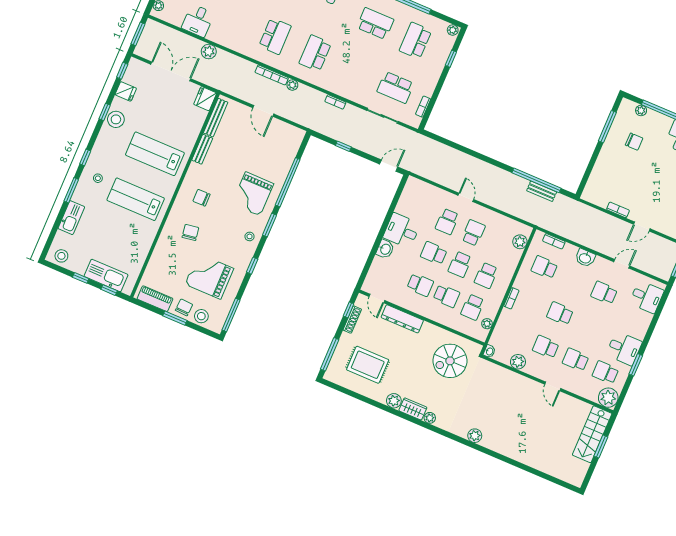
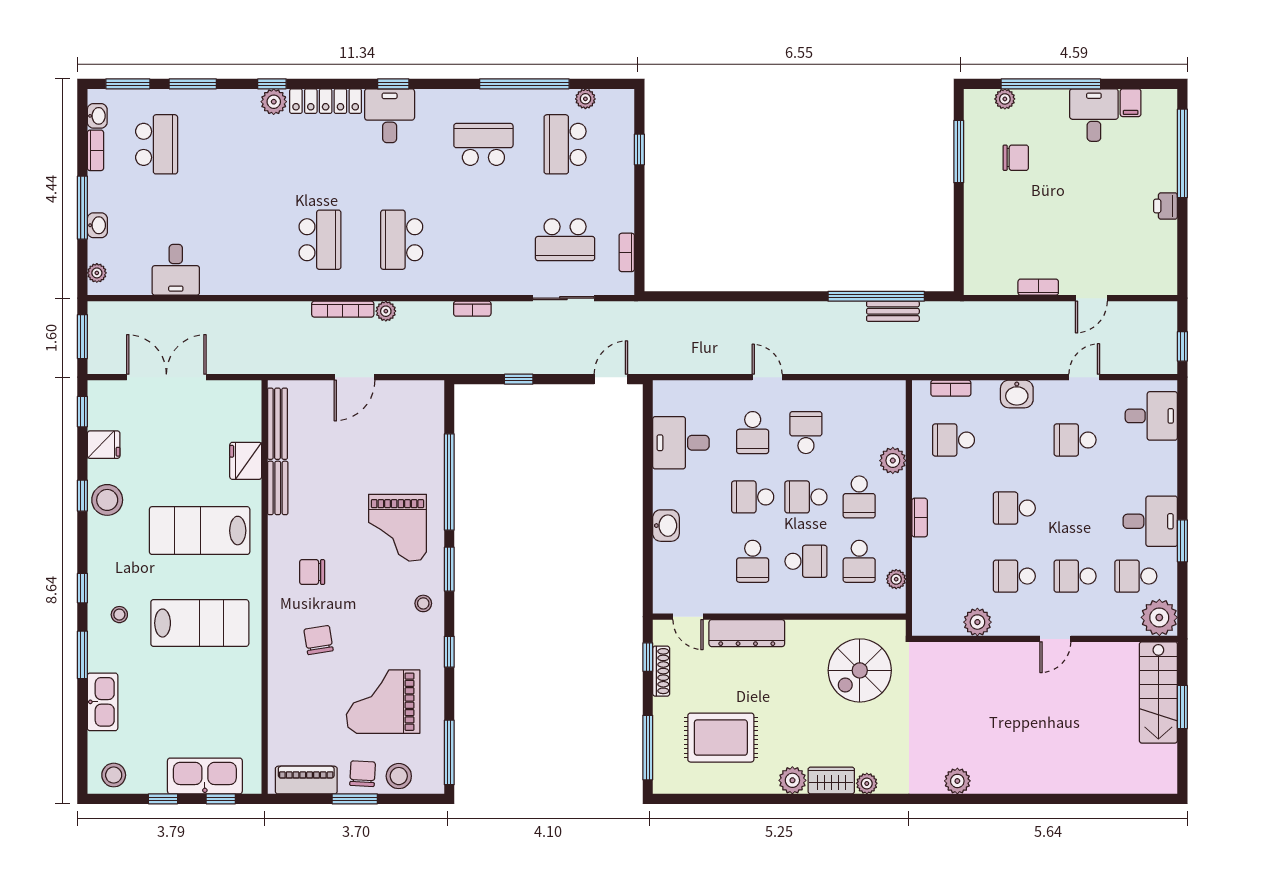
plant: (453, 30) -> (585, 99), moved
plant: (209, 52) -> (217, 315), removed
fridge: (205, 99) -> (246, 461), moved
door: (263, 111) -> (355, 377), hinge flipped
lab bench: (136, 199) -> (200, 623), turned 180
desk: (402, 231) -> (681, 443), moved
plant: (520, 242) -> (893, 461), moved
school desk: (460, 264) -> (806, 497), turned 90
school desk: (420, 285) -> (753, 561), turned 90
washbasin: (489, 351) -> (921, 625), removed
door: (553, 386) -> (1055, 639), hinge flipped

